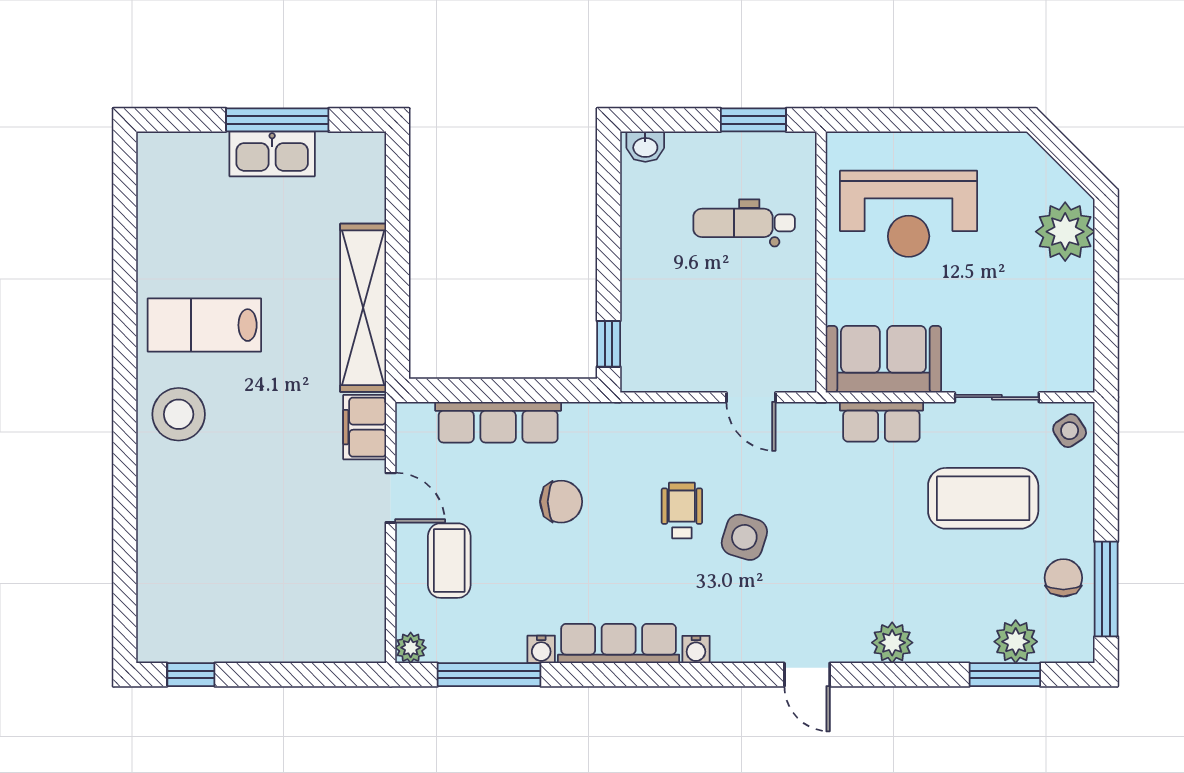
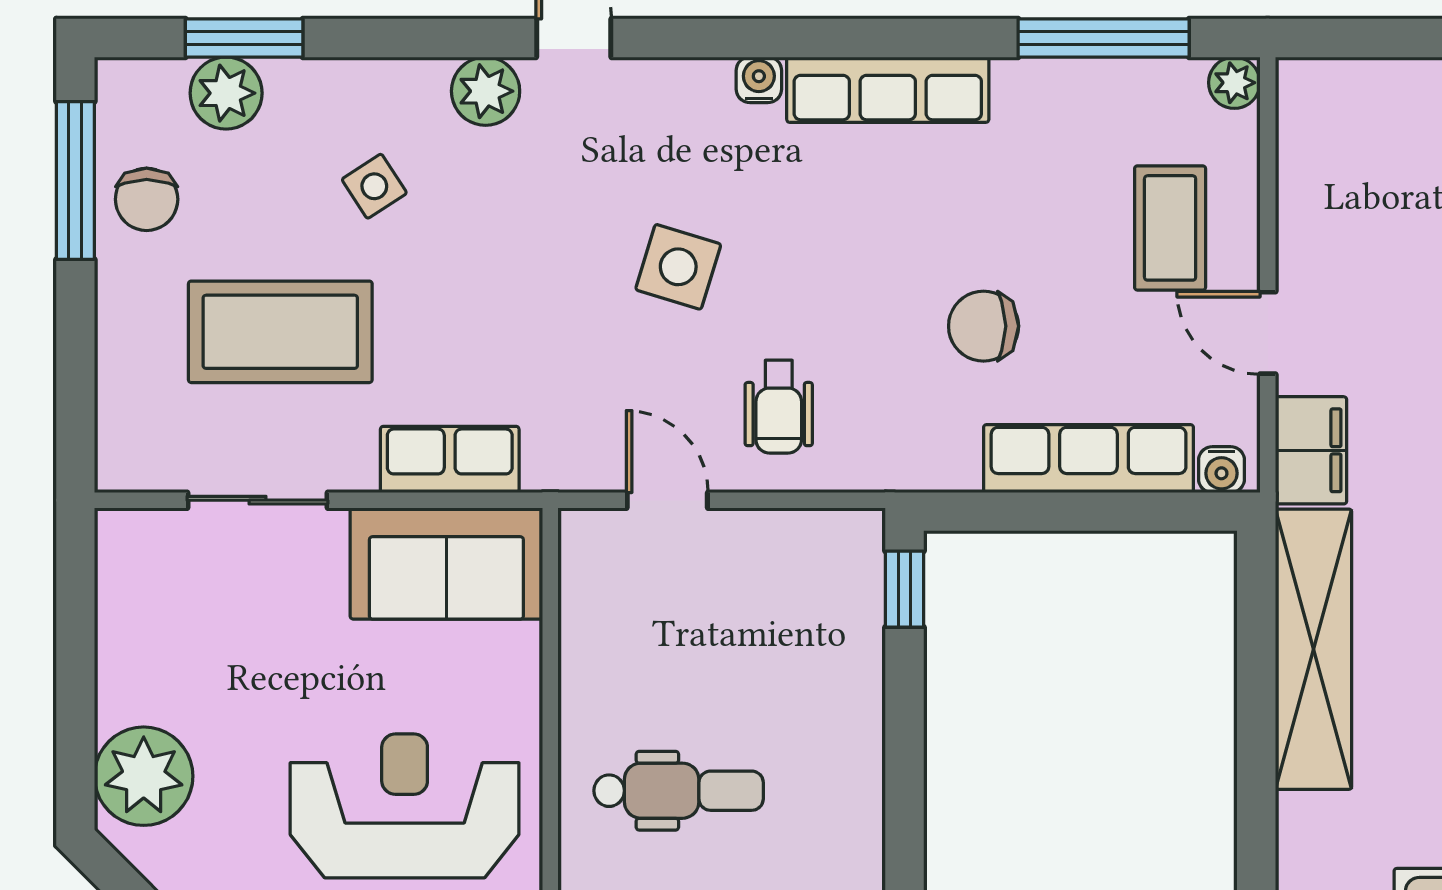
side table: (1070, 431) -> (374, 186), moved
wheelchair: (682, 511) -> (779, 407), moved
plant: (892, 643) -> (486, 91), moved
water cooler: (541, 649) -> (1221, 470), moved, turned 180

